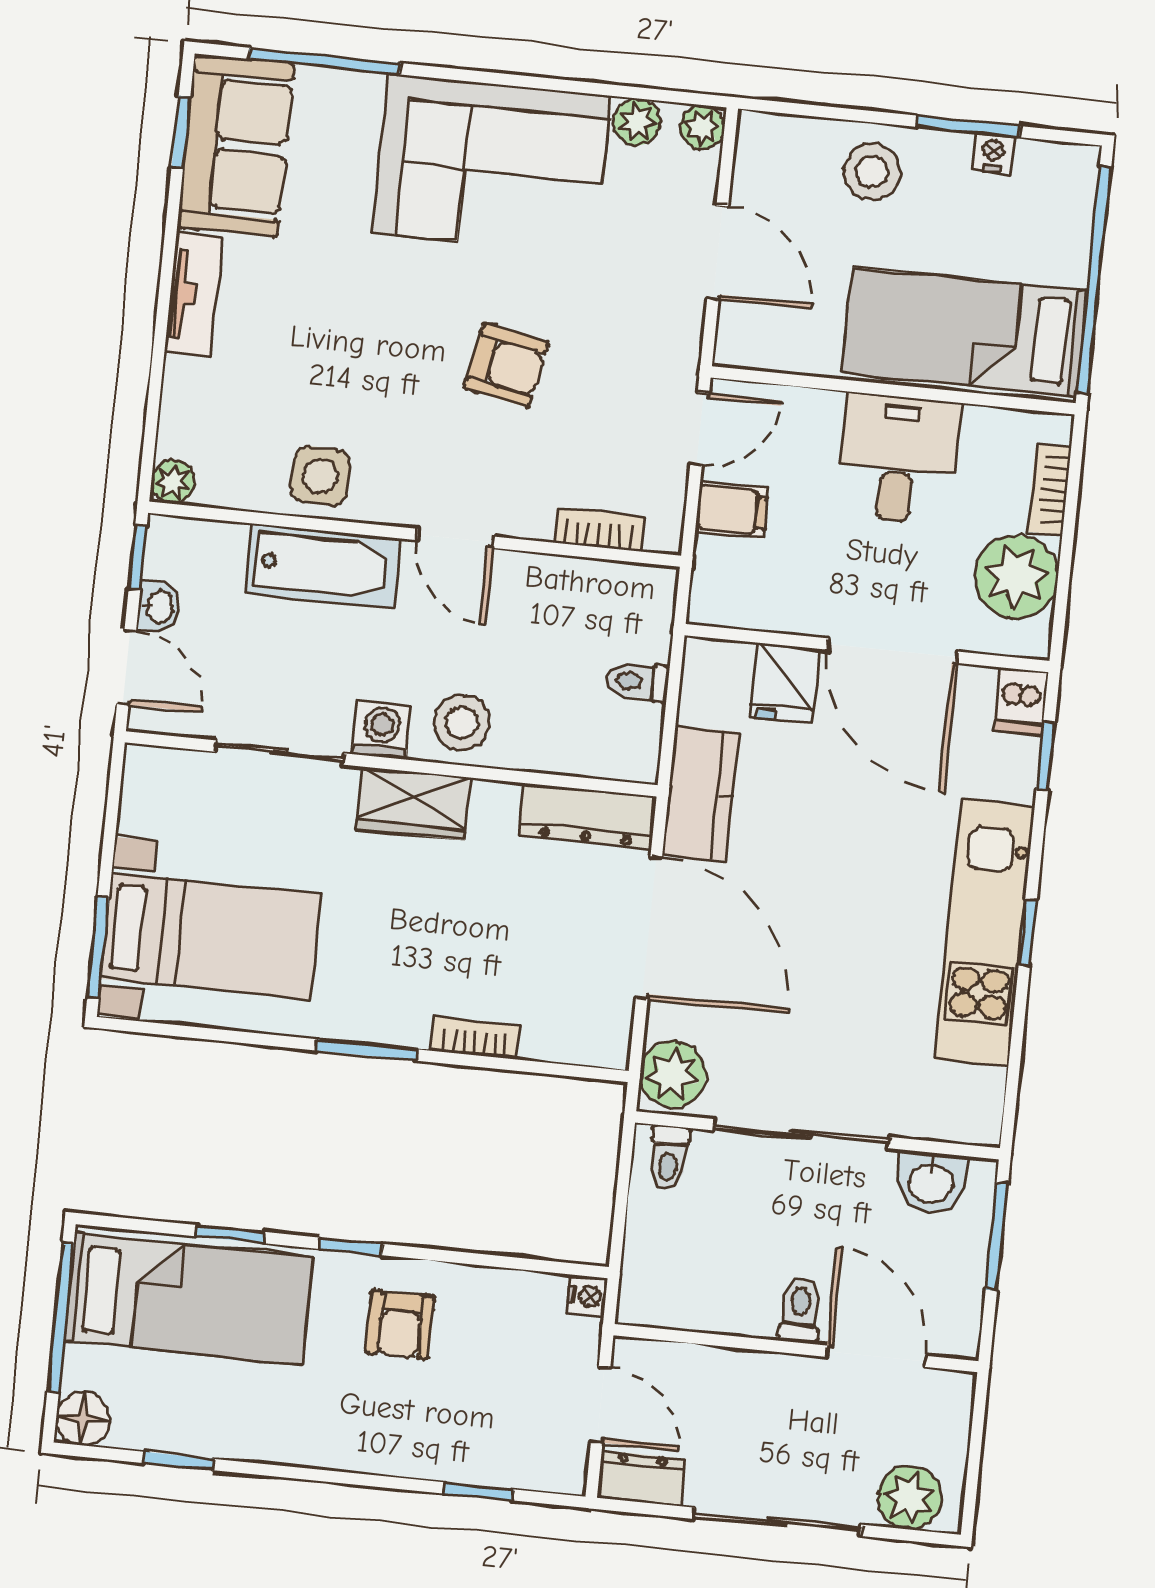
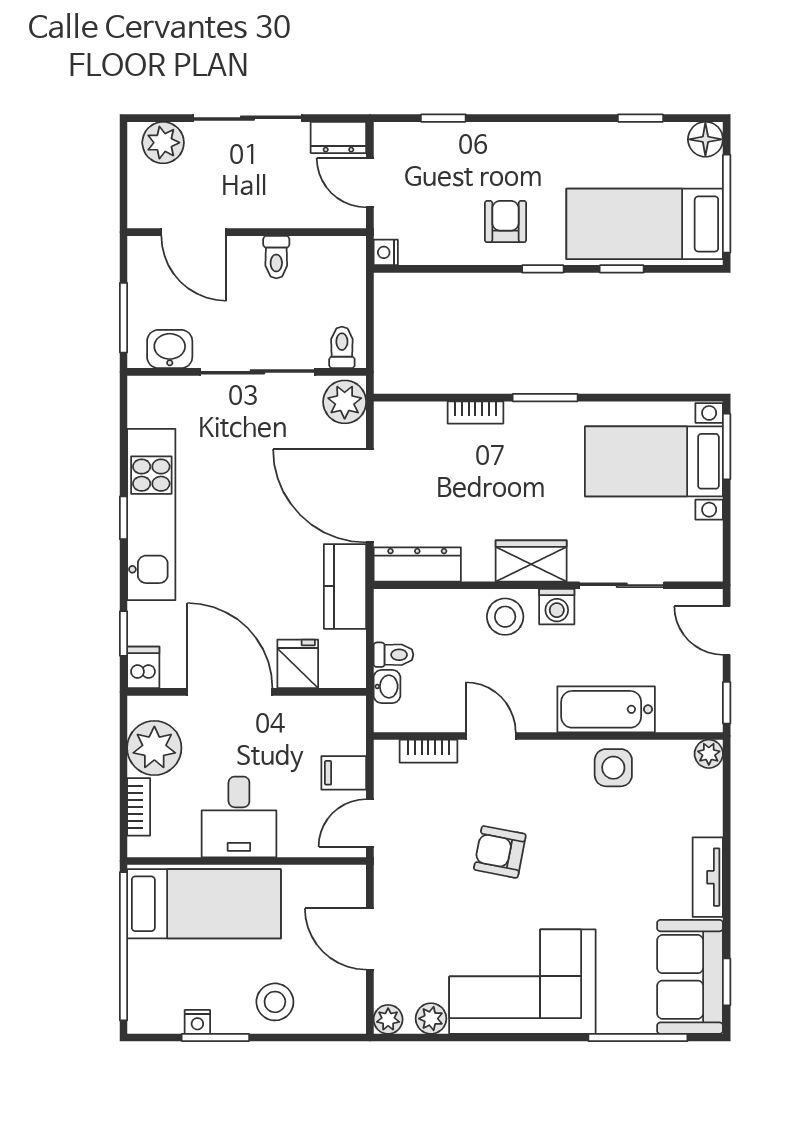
door: (455, 538) -> (491, 736), moved
washbasin: (159, 607) -> (387, 686), moved, turned 180
toilet: (800, 1310) -> (276, 257), moved

